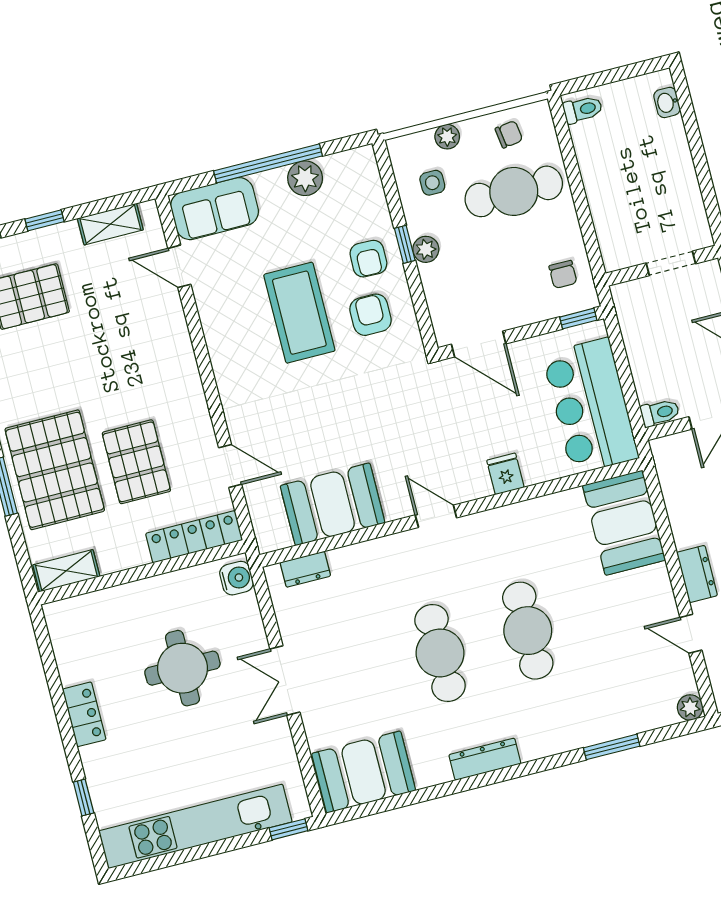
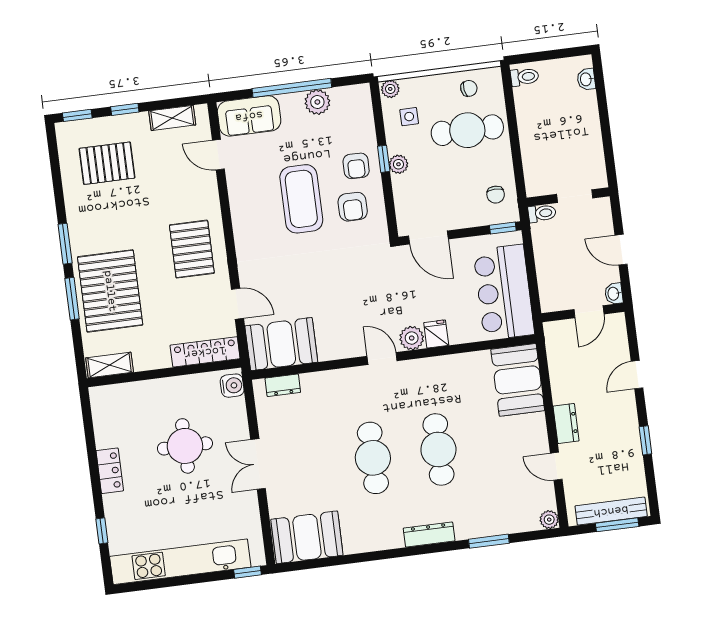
plant: (447, 137) -> (390, 89), moved
armchair: (370, 315) -> (353, 207), turned 180
toilet: (660, 413) -> (542, 213), moved
pallet: (136, 462) -> (192, 249), moved
plant: (473, 483) -> (412, 338), added
booth: (333, 504) -> (281, 344), moved
dresser: (485, 759) -> (429, 535), moved

